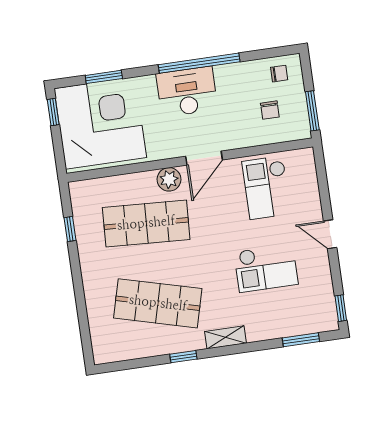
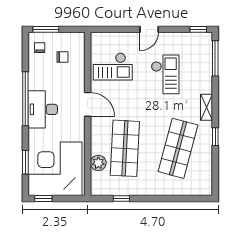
window: (312, 111) -> (46, 29), moved
plant: (169, 179) -> (98, 163), moved
window: (301, 340) -> (215, 58), width x1.44

